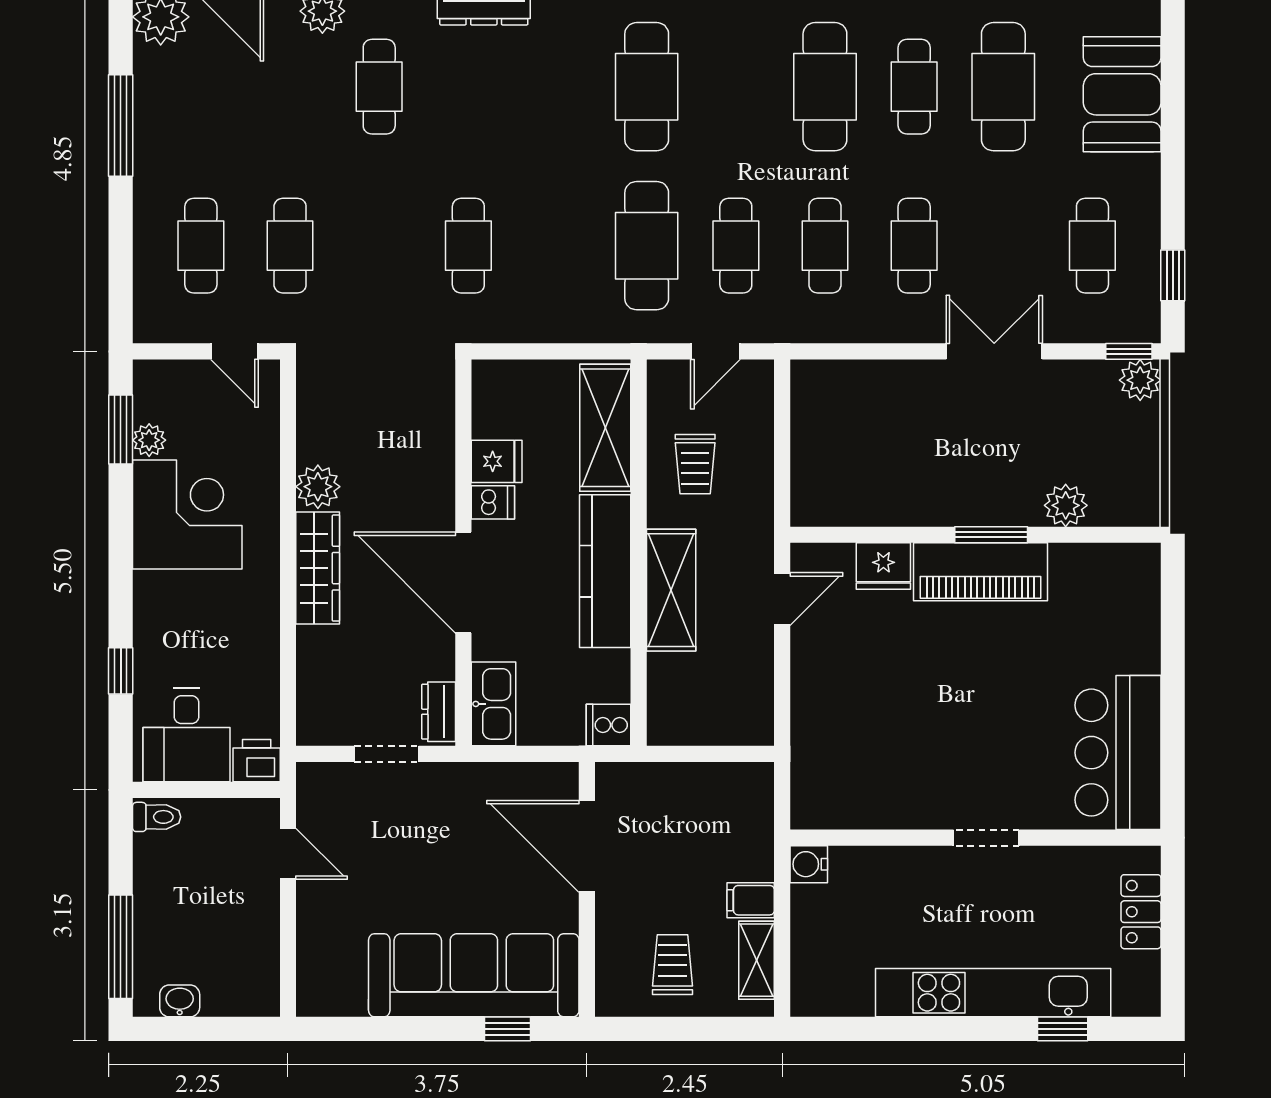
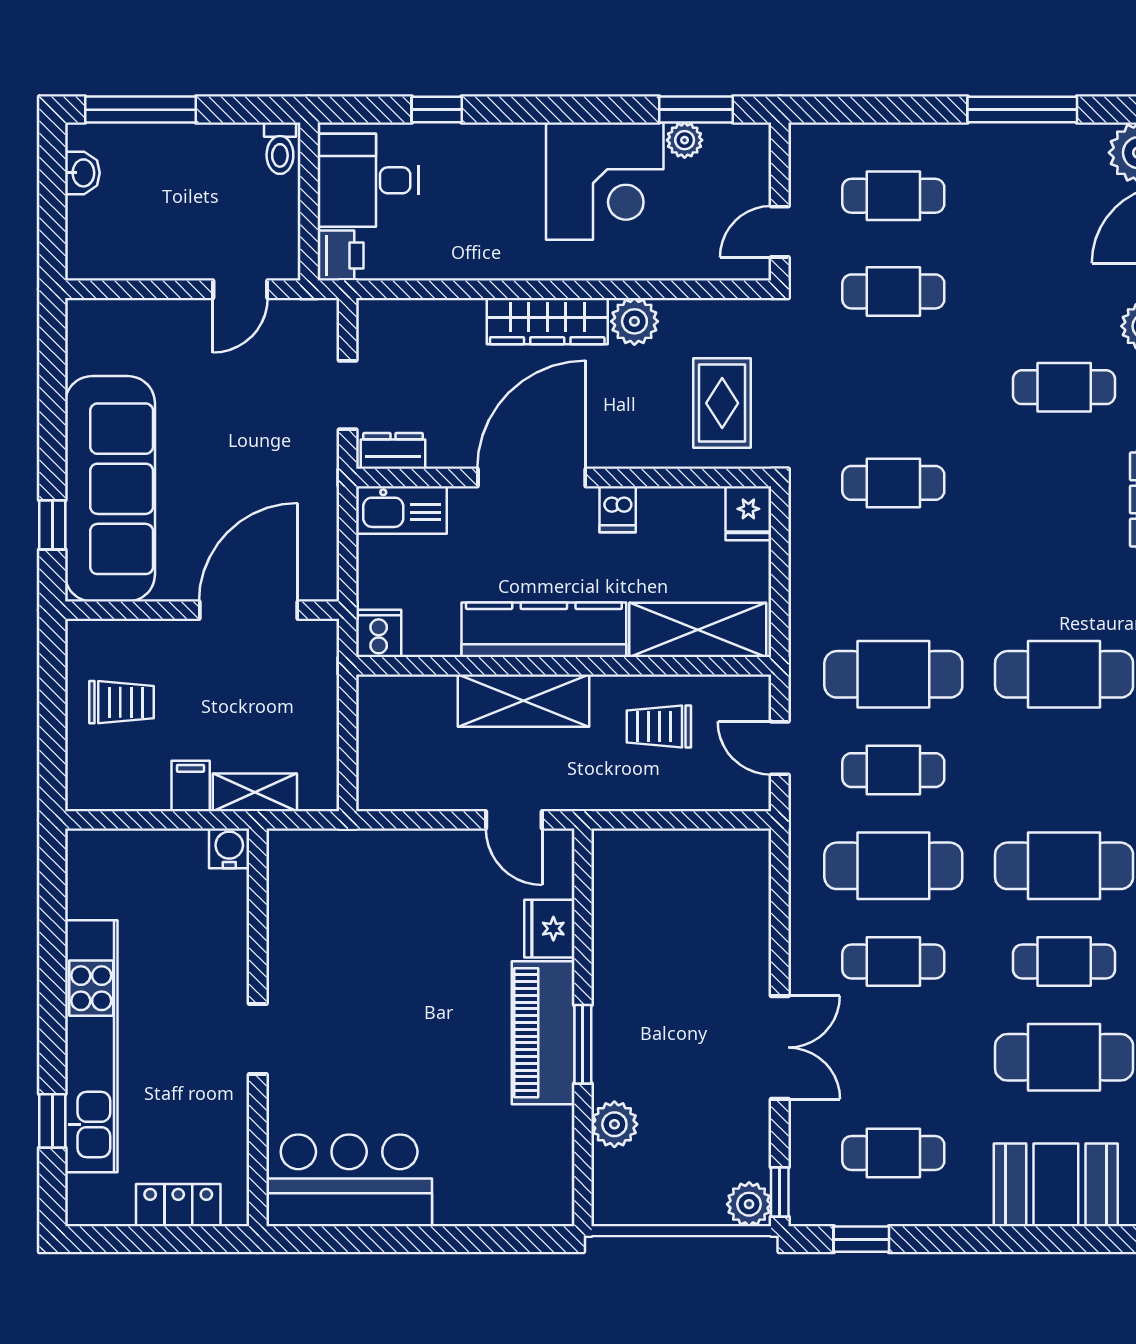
cafe table: (825, 246) -> (893, 866), width x1.37, depth x1.35
rug: (394, 405) -> (722, 403), added
fridge: (497, 461) -> (748, 513), moved
shelving: (757, 960) -> (255, 792), moved

